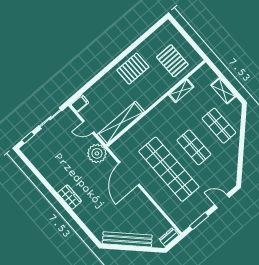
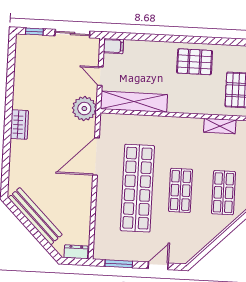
door: (222, 201) -> (158, 266), hinge flipped

